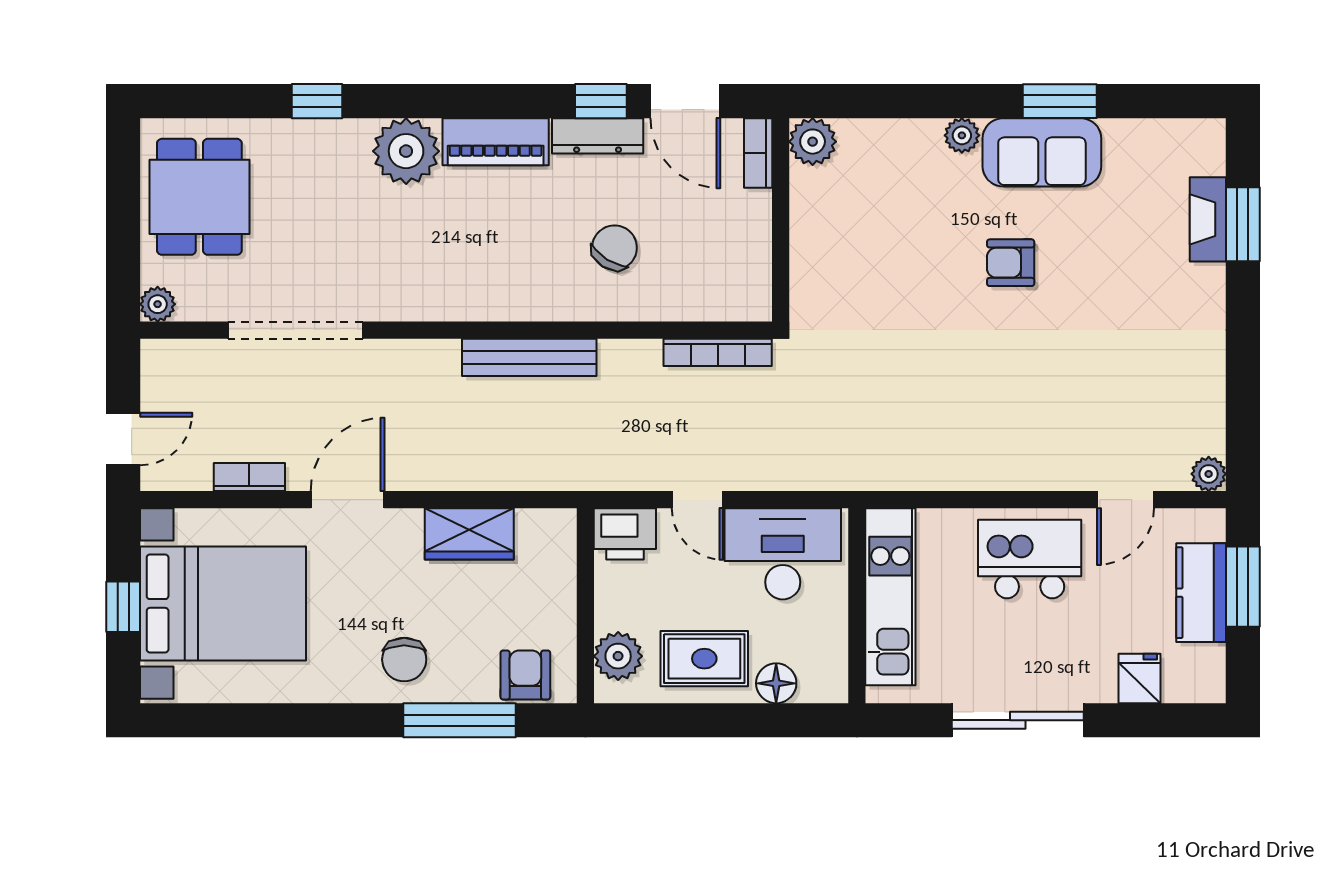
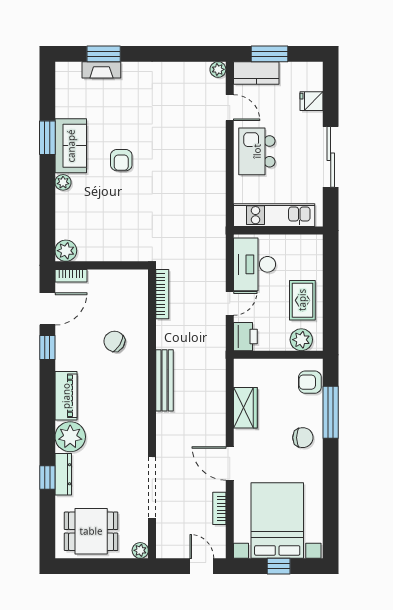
dresser: (598, 136) -> (63, 474), moved
kitchen counter: (1201, 593) -> (256, 73), moved
floor lamp: (776, 683) -> (314, 267), removed

